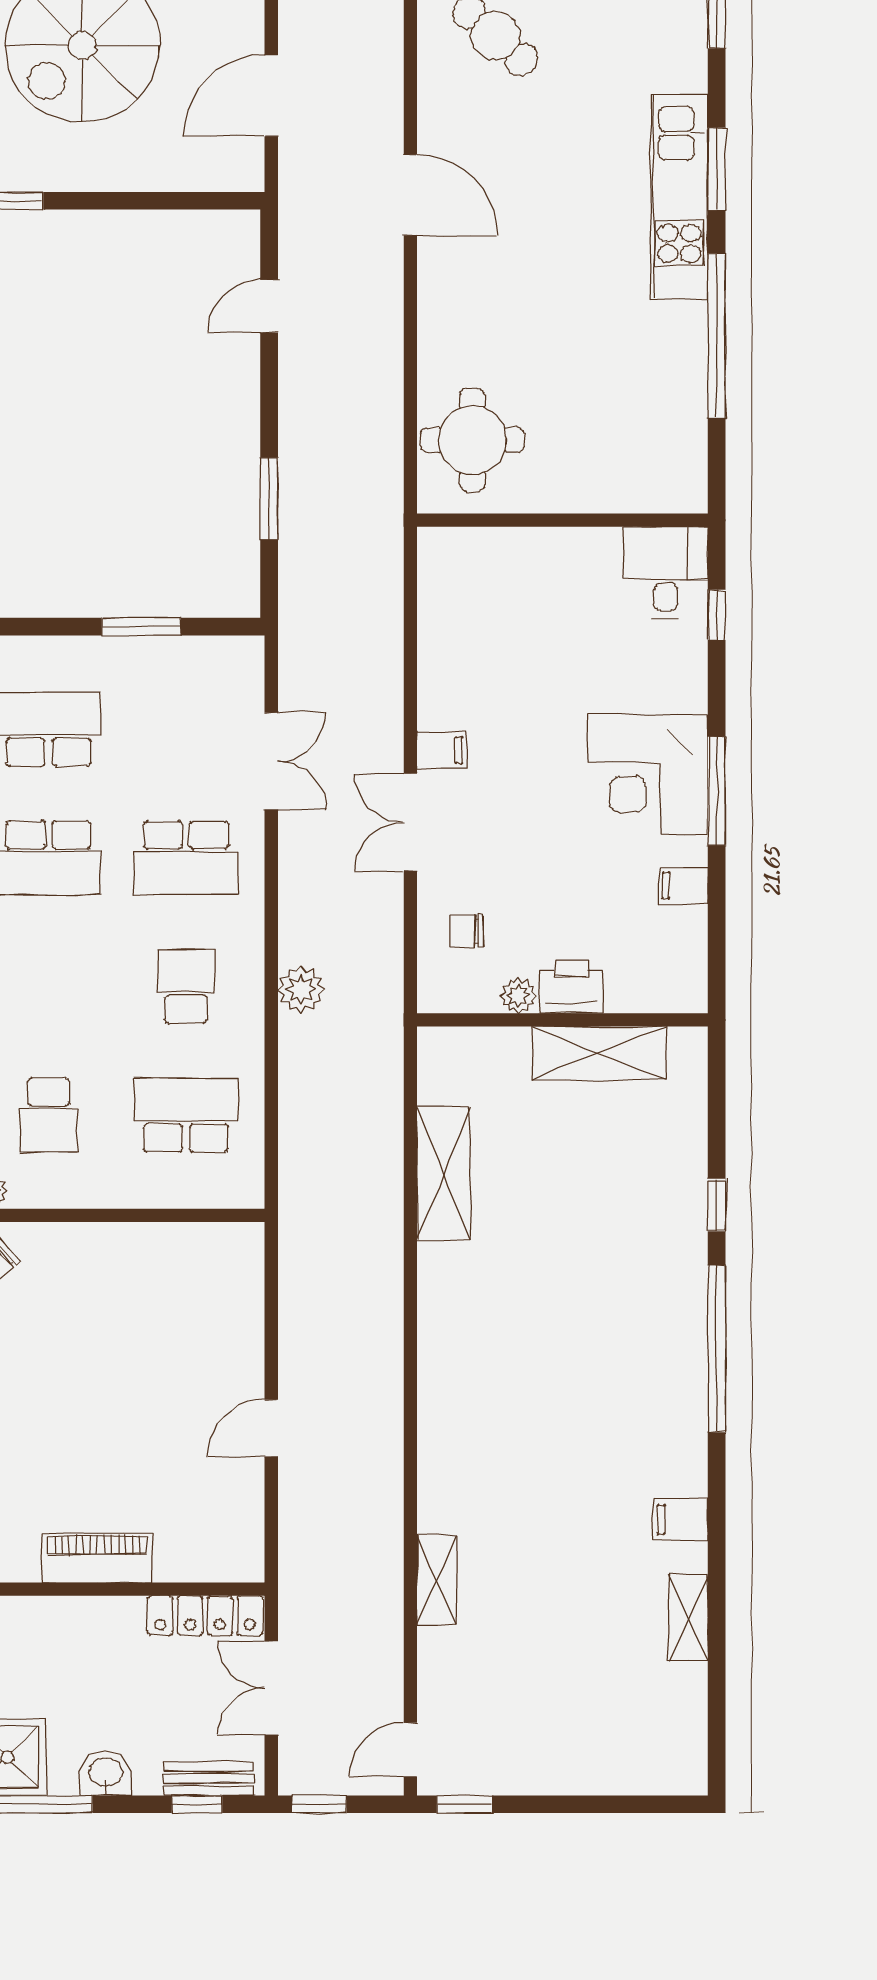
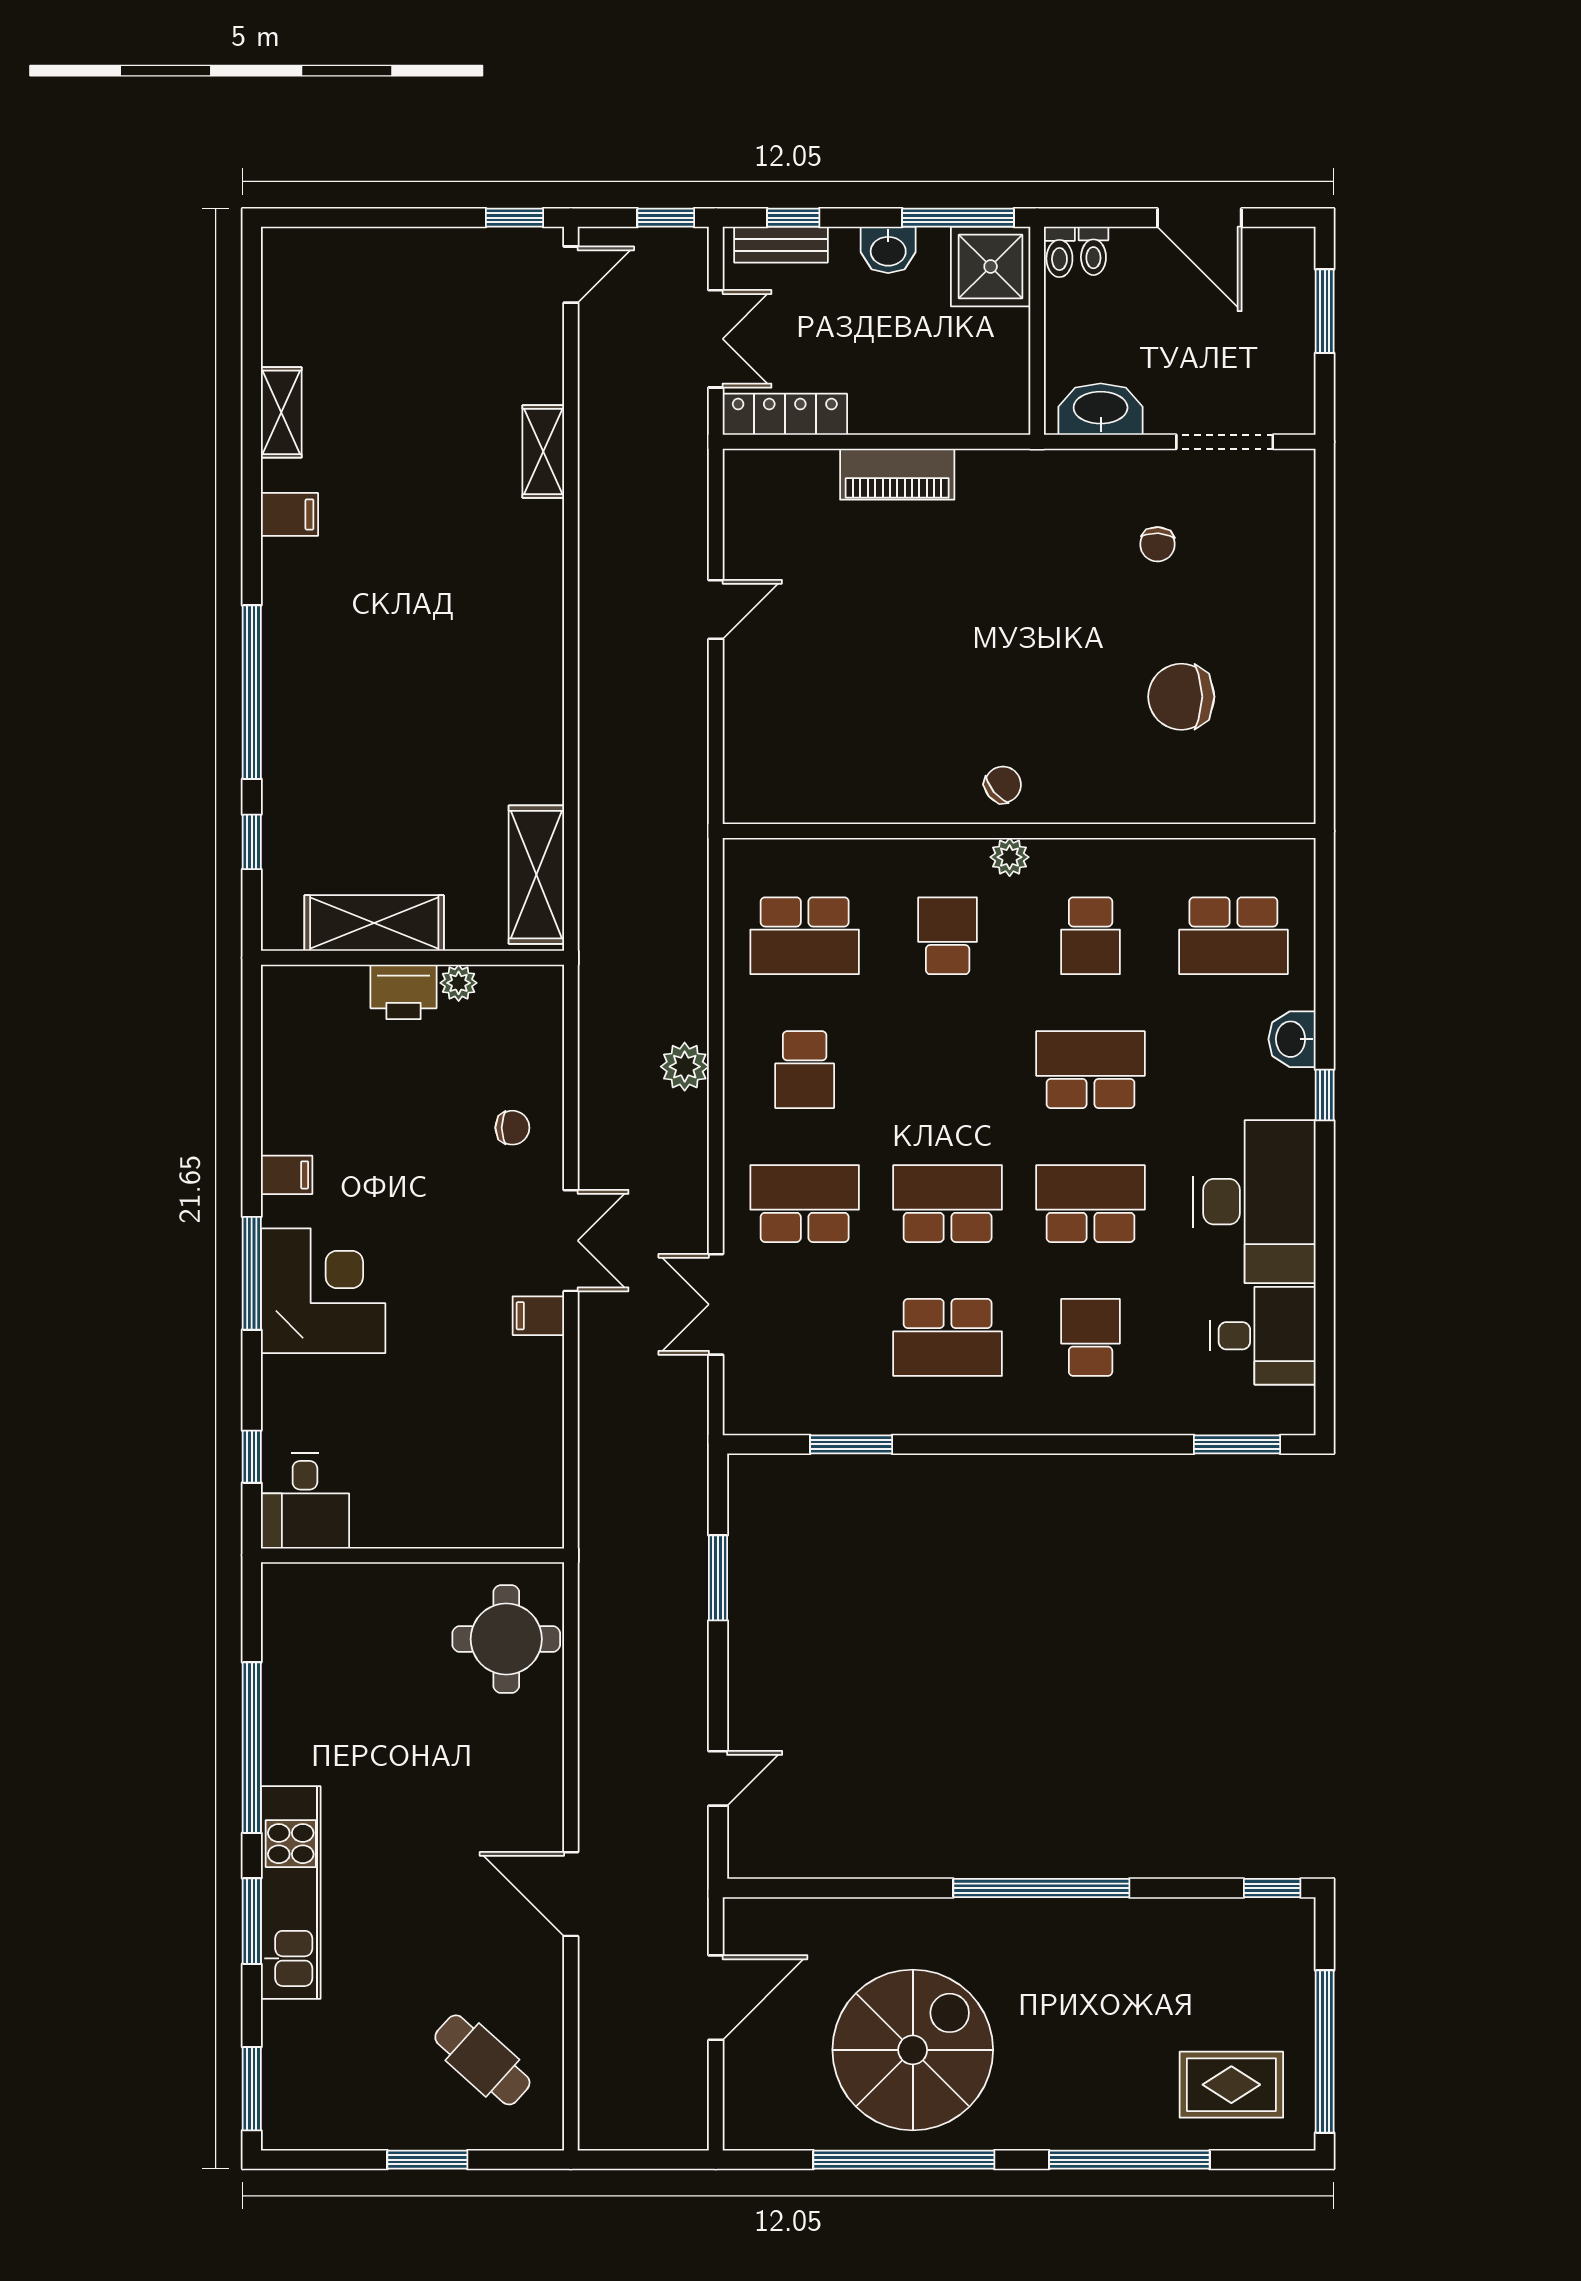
printer: (571, 987) -> (404, 992), moved
plant: (518, 996) -> (459, 983), moved
wall: (562, 1020) -> (412, 958), moved
shelving: (599, 1053) -> (374, 923), moved

